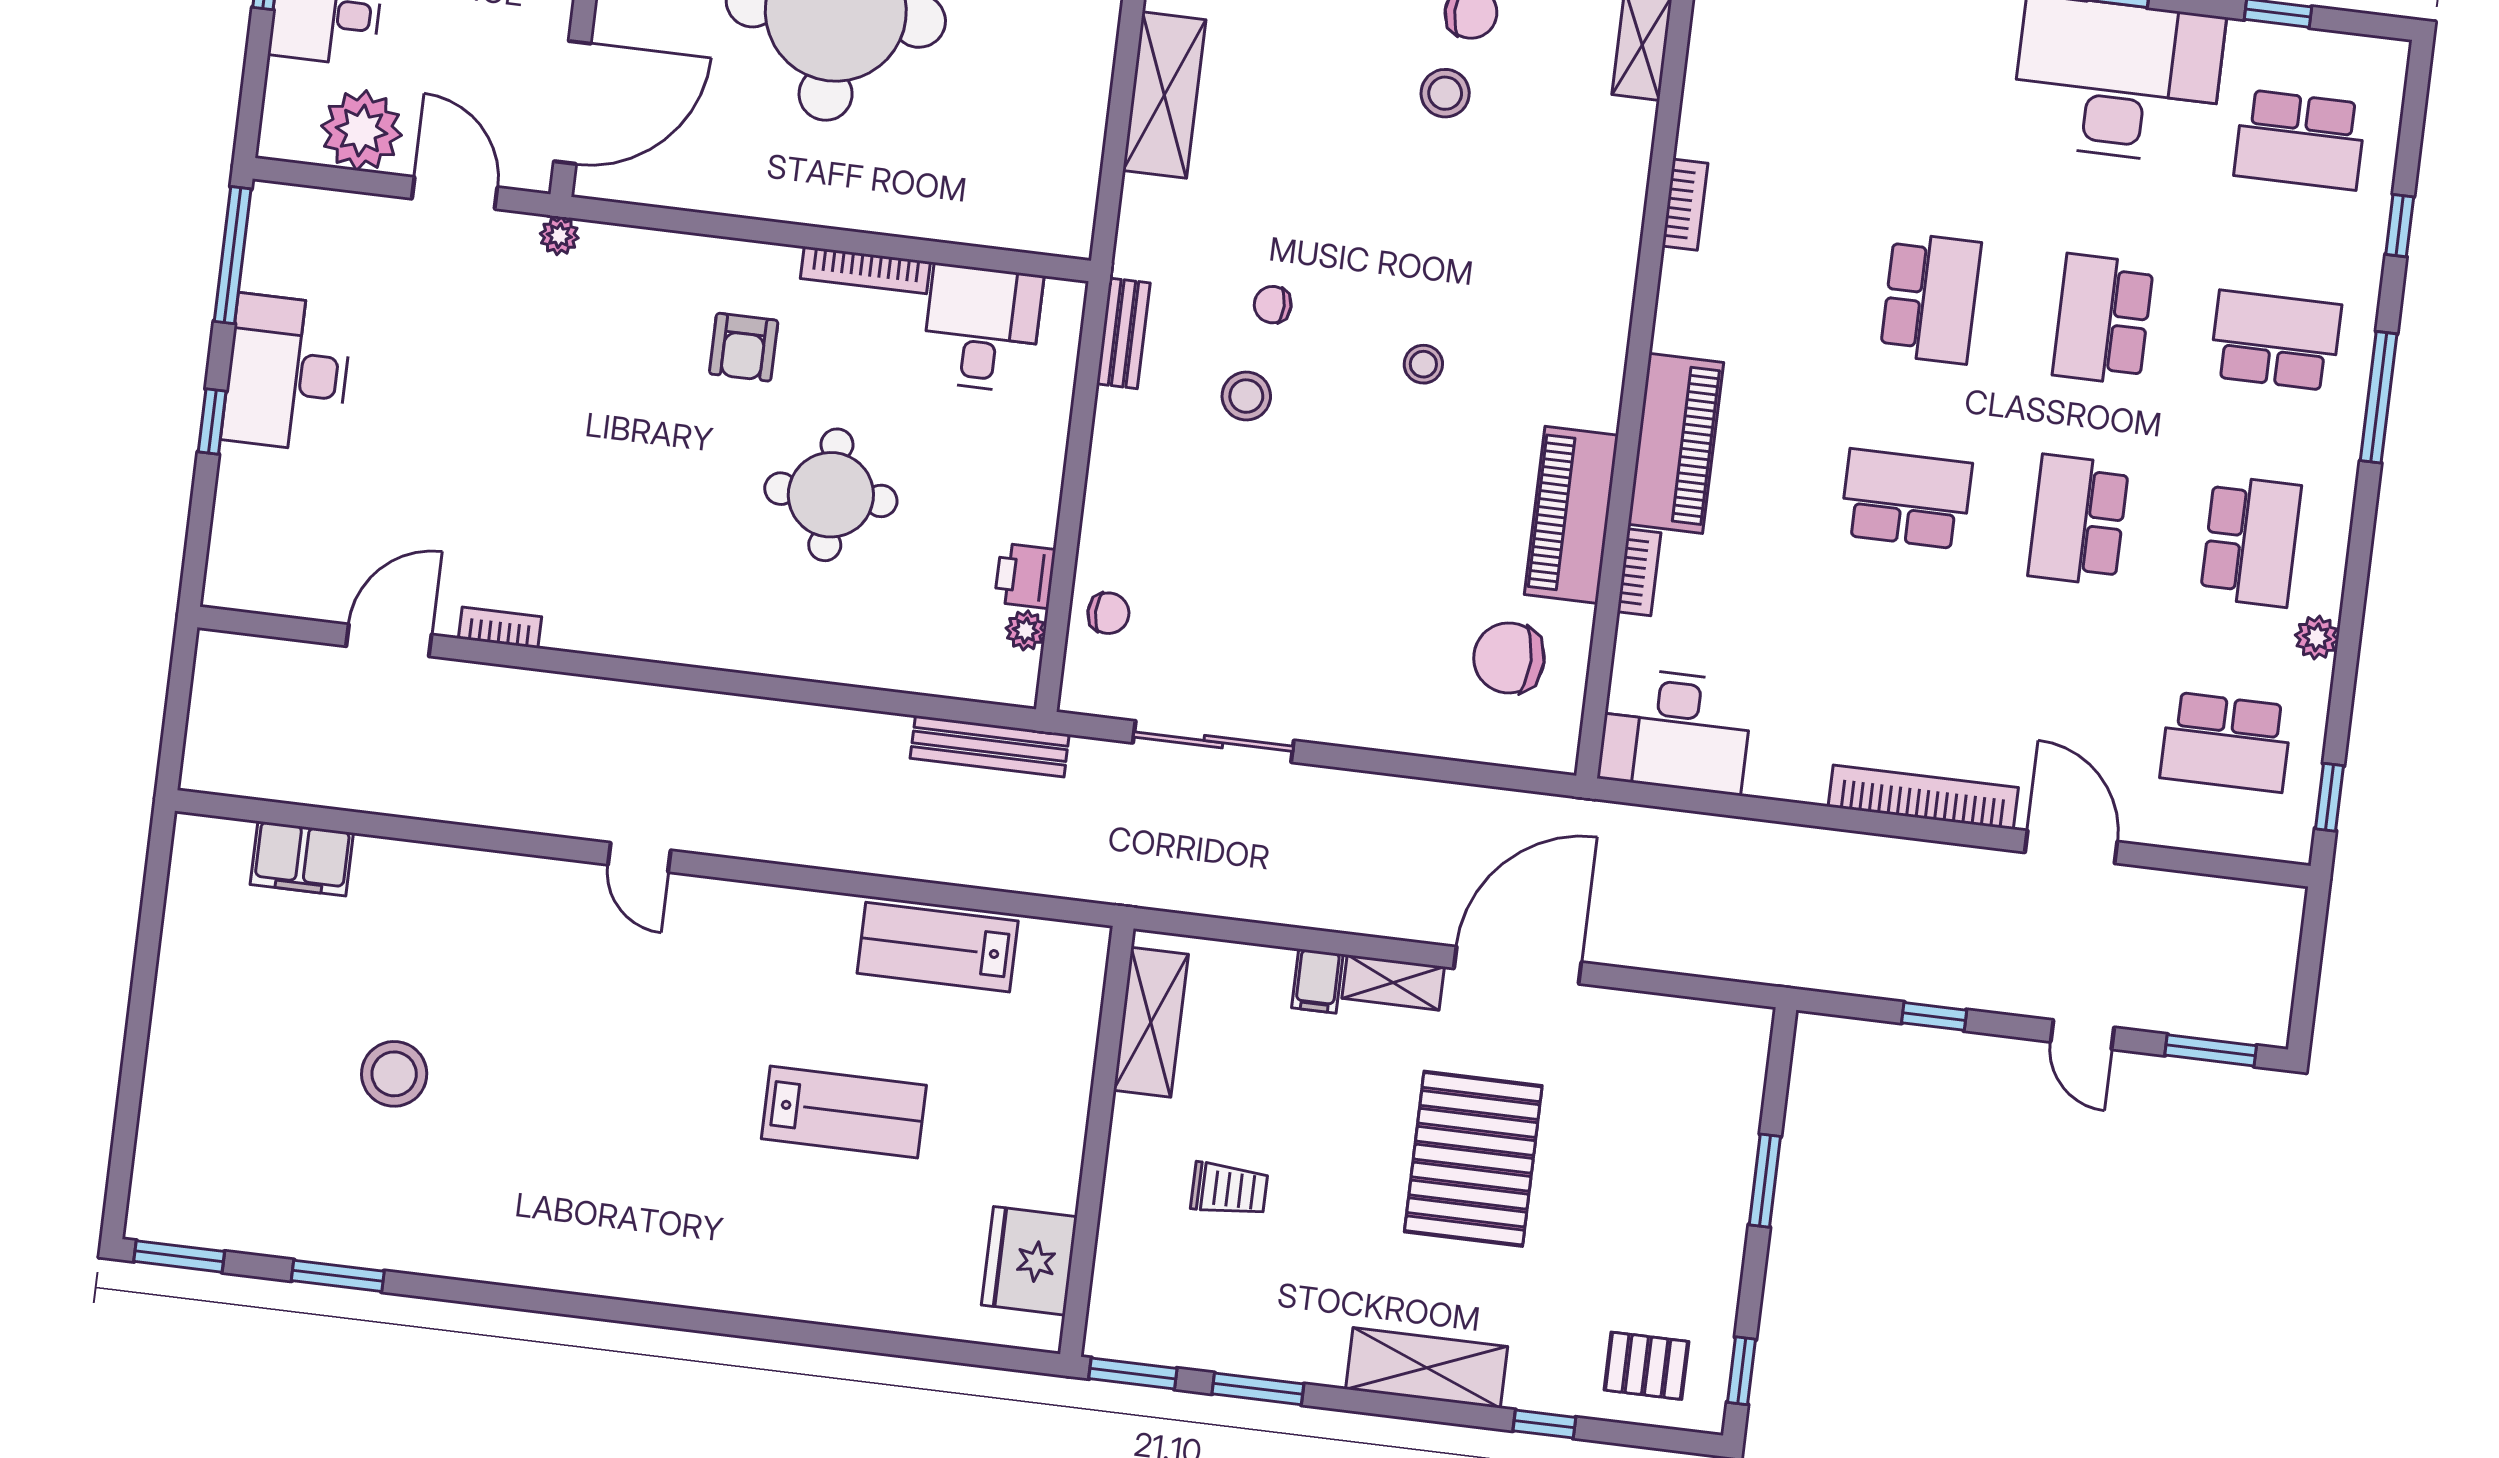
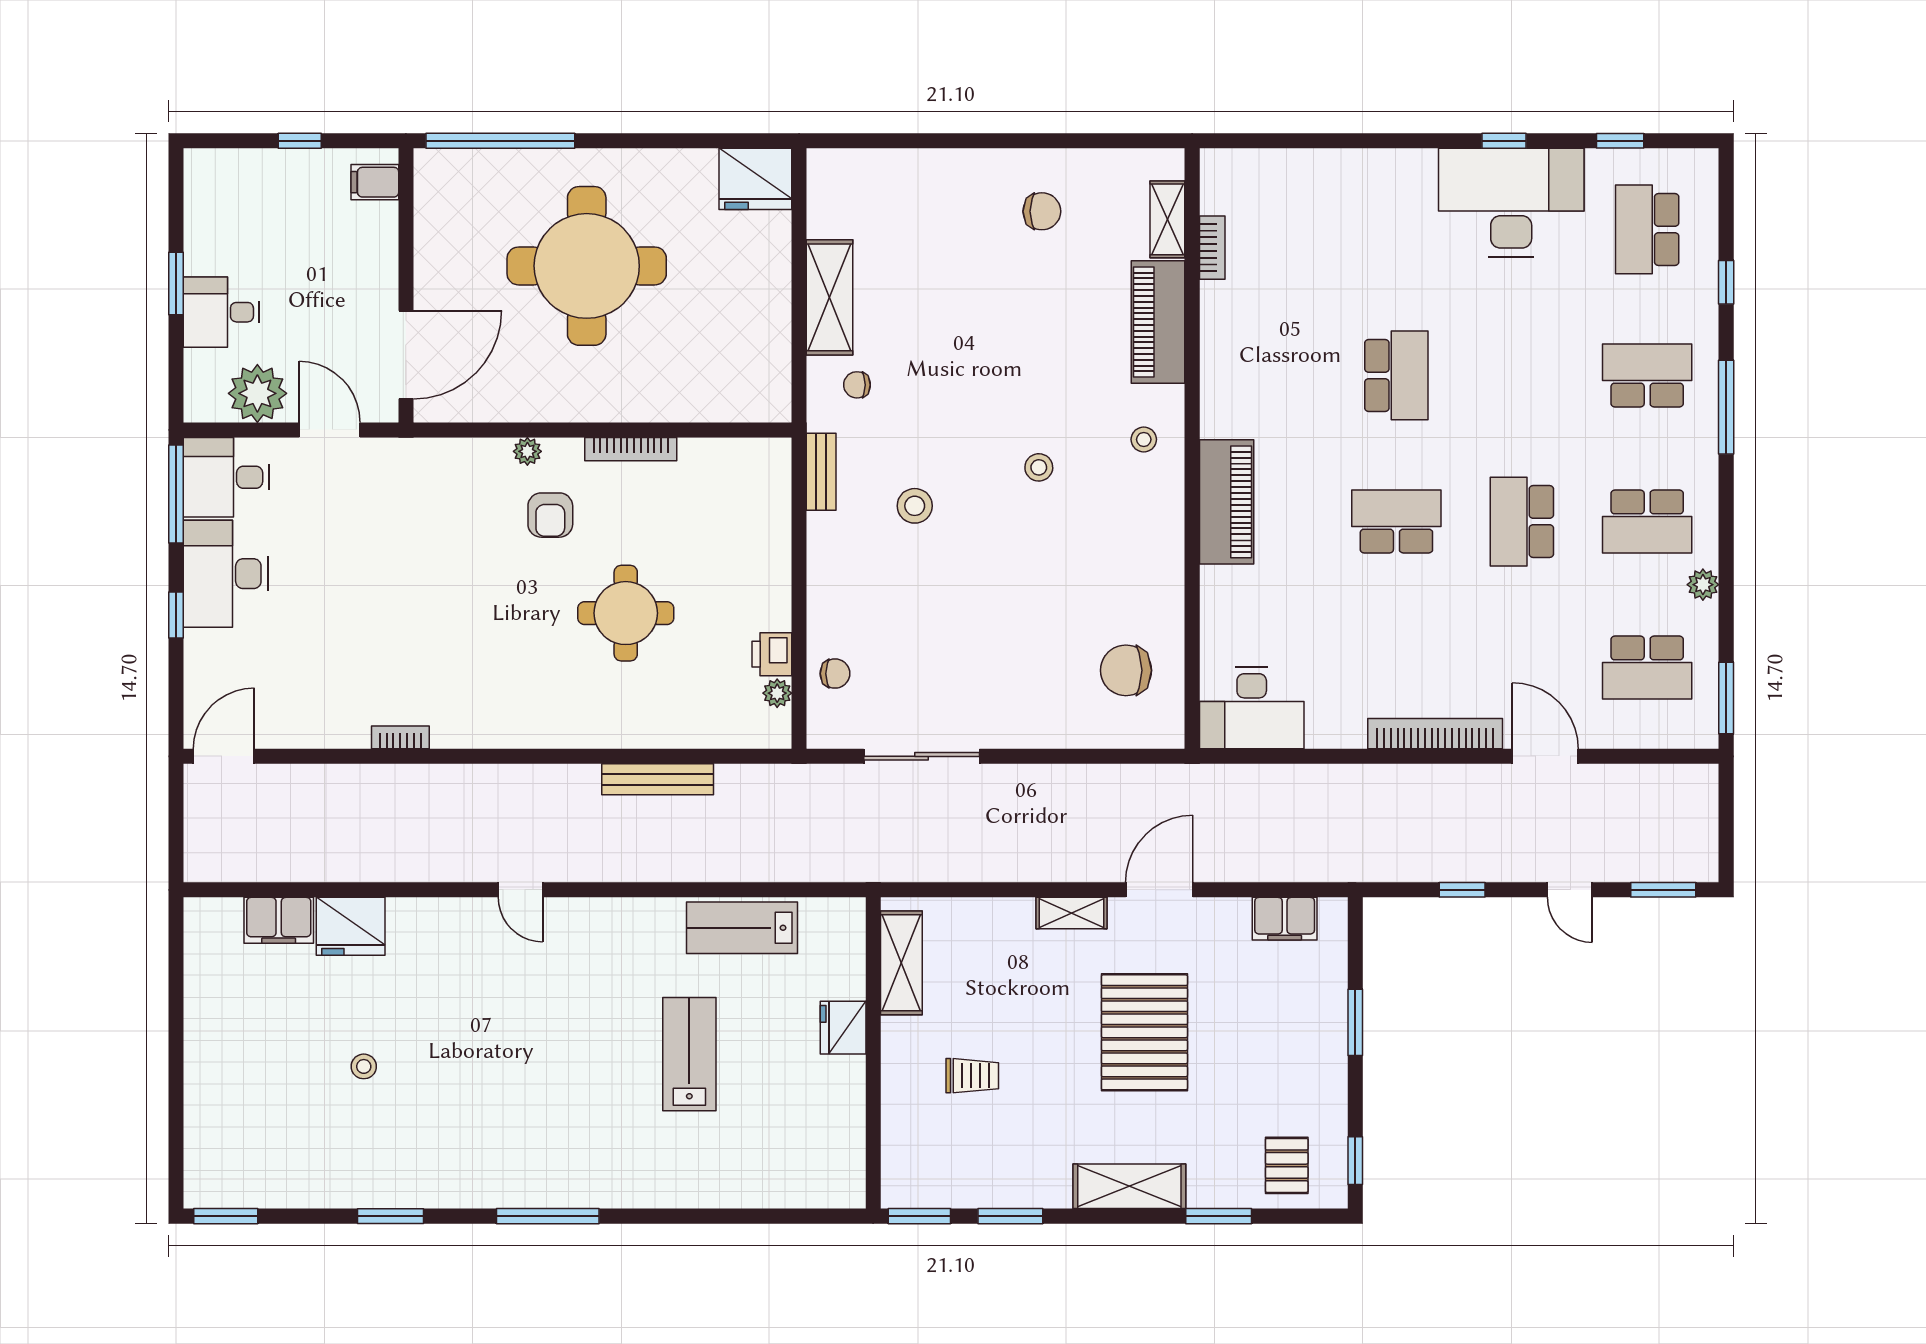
stool: (1445, 93) -> (1144, 439), moved, width x0.73, depth x0.73
school desk: (2300, 140) -> (1647, 229), turned 90
bookcase: (1685, 205) -> (1212, 248), moved
plant: (559, 236) -> (527, 451), moved
chair: (1273, 305) -> (857, 385), moved
school desk: (2103, 319) -> (1522, 375), removed
desk: (982, 328) -> (226, 477), moved, turned -90
piano: (1571, 515) -> (1158, 322), moved
school desk: (2251, 541) -> (1647, 522), turned 90
bookcase: (1639, 572) -> (1212, 597), removed
door: (389, 640) -> (224, 756), moved
bench: (990, 746) -> (658, 779), moved
window: (2330, 797) -> (1726, 698), width x1.50
fridge: (400, 879) -> (351, 926), added
door: (1518, 965) -> (1159, 890), width x0.73
filing cabinet: (1317, 981) -> (1285, 919), moved, width x2.00
stool: (394, 1074) -> (364, 1066), width x0.53, depth x0.53
lab bench: (844, 1112) -> (689, 1054), turned -90
fridge: (1029, 1261) -> (843, 1028), moved, width x0.73, depth x0.75
window: (338, 1276) -> (390, 1216), moved
window: (622, 1311) -> (548, 1216), added
pallet: (1646, 1366) -> (1287, 1165), turned 90
window: (1544, 1424) -> (1219, 1216), width x1.50

